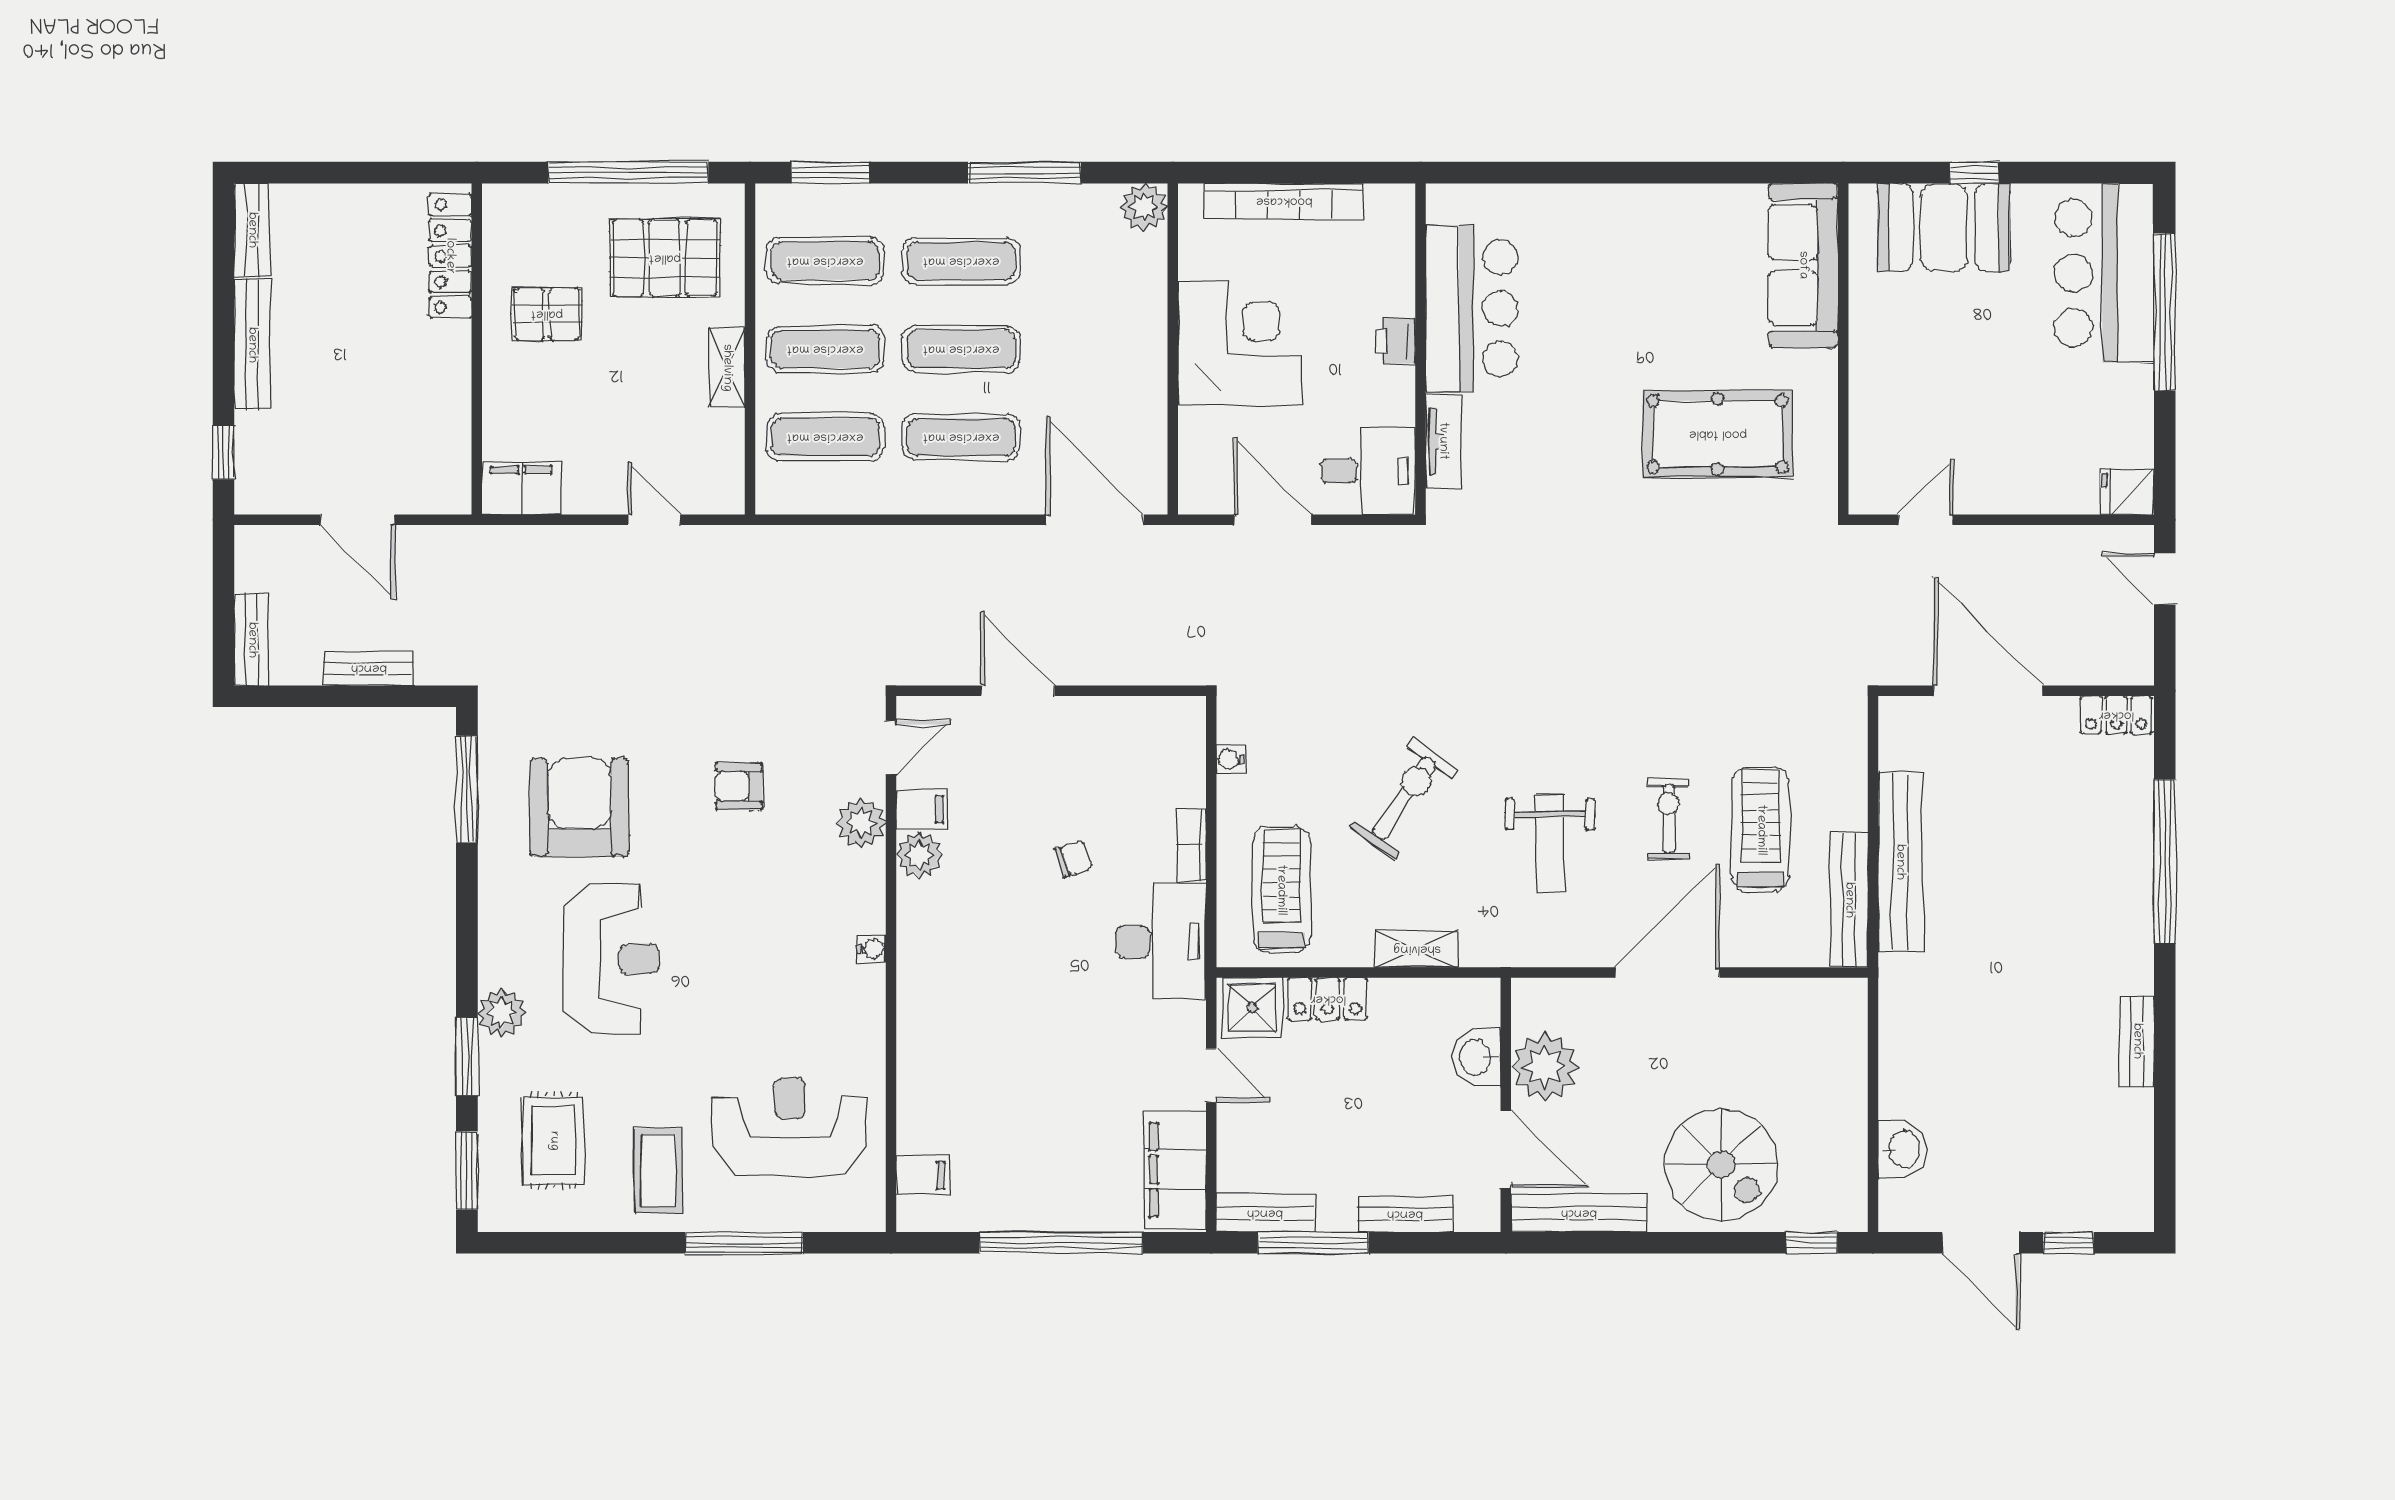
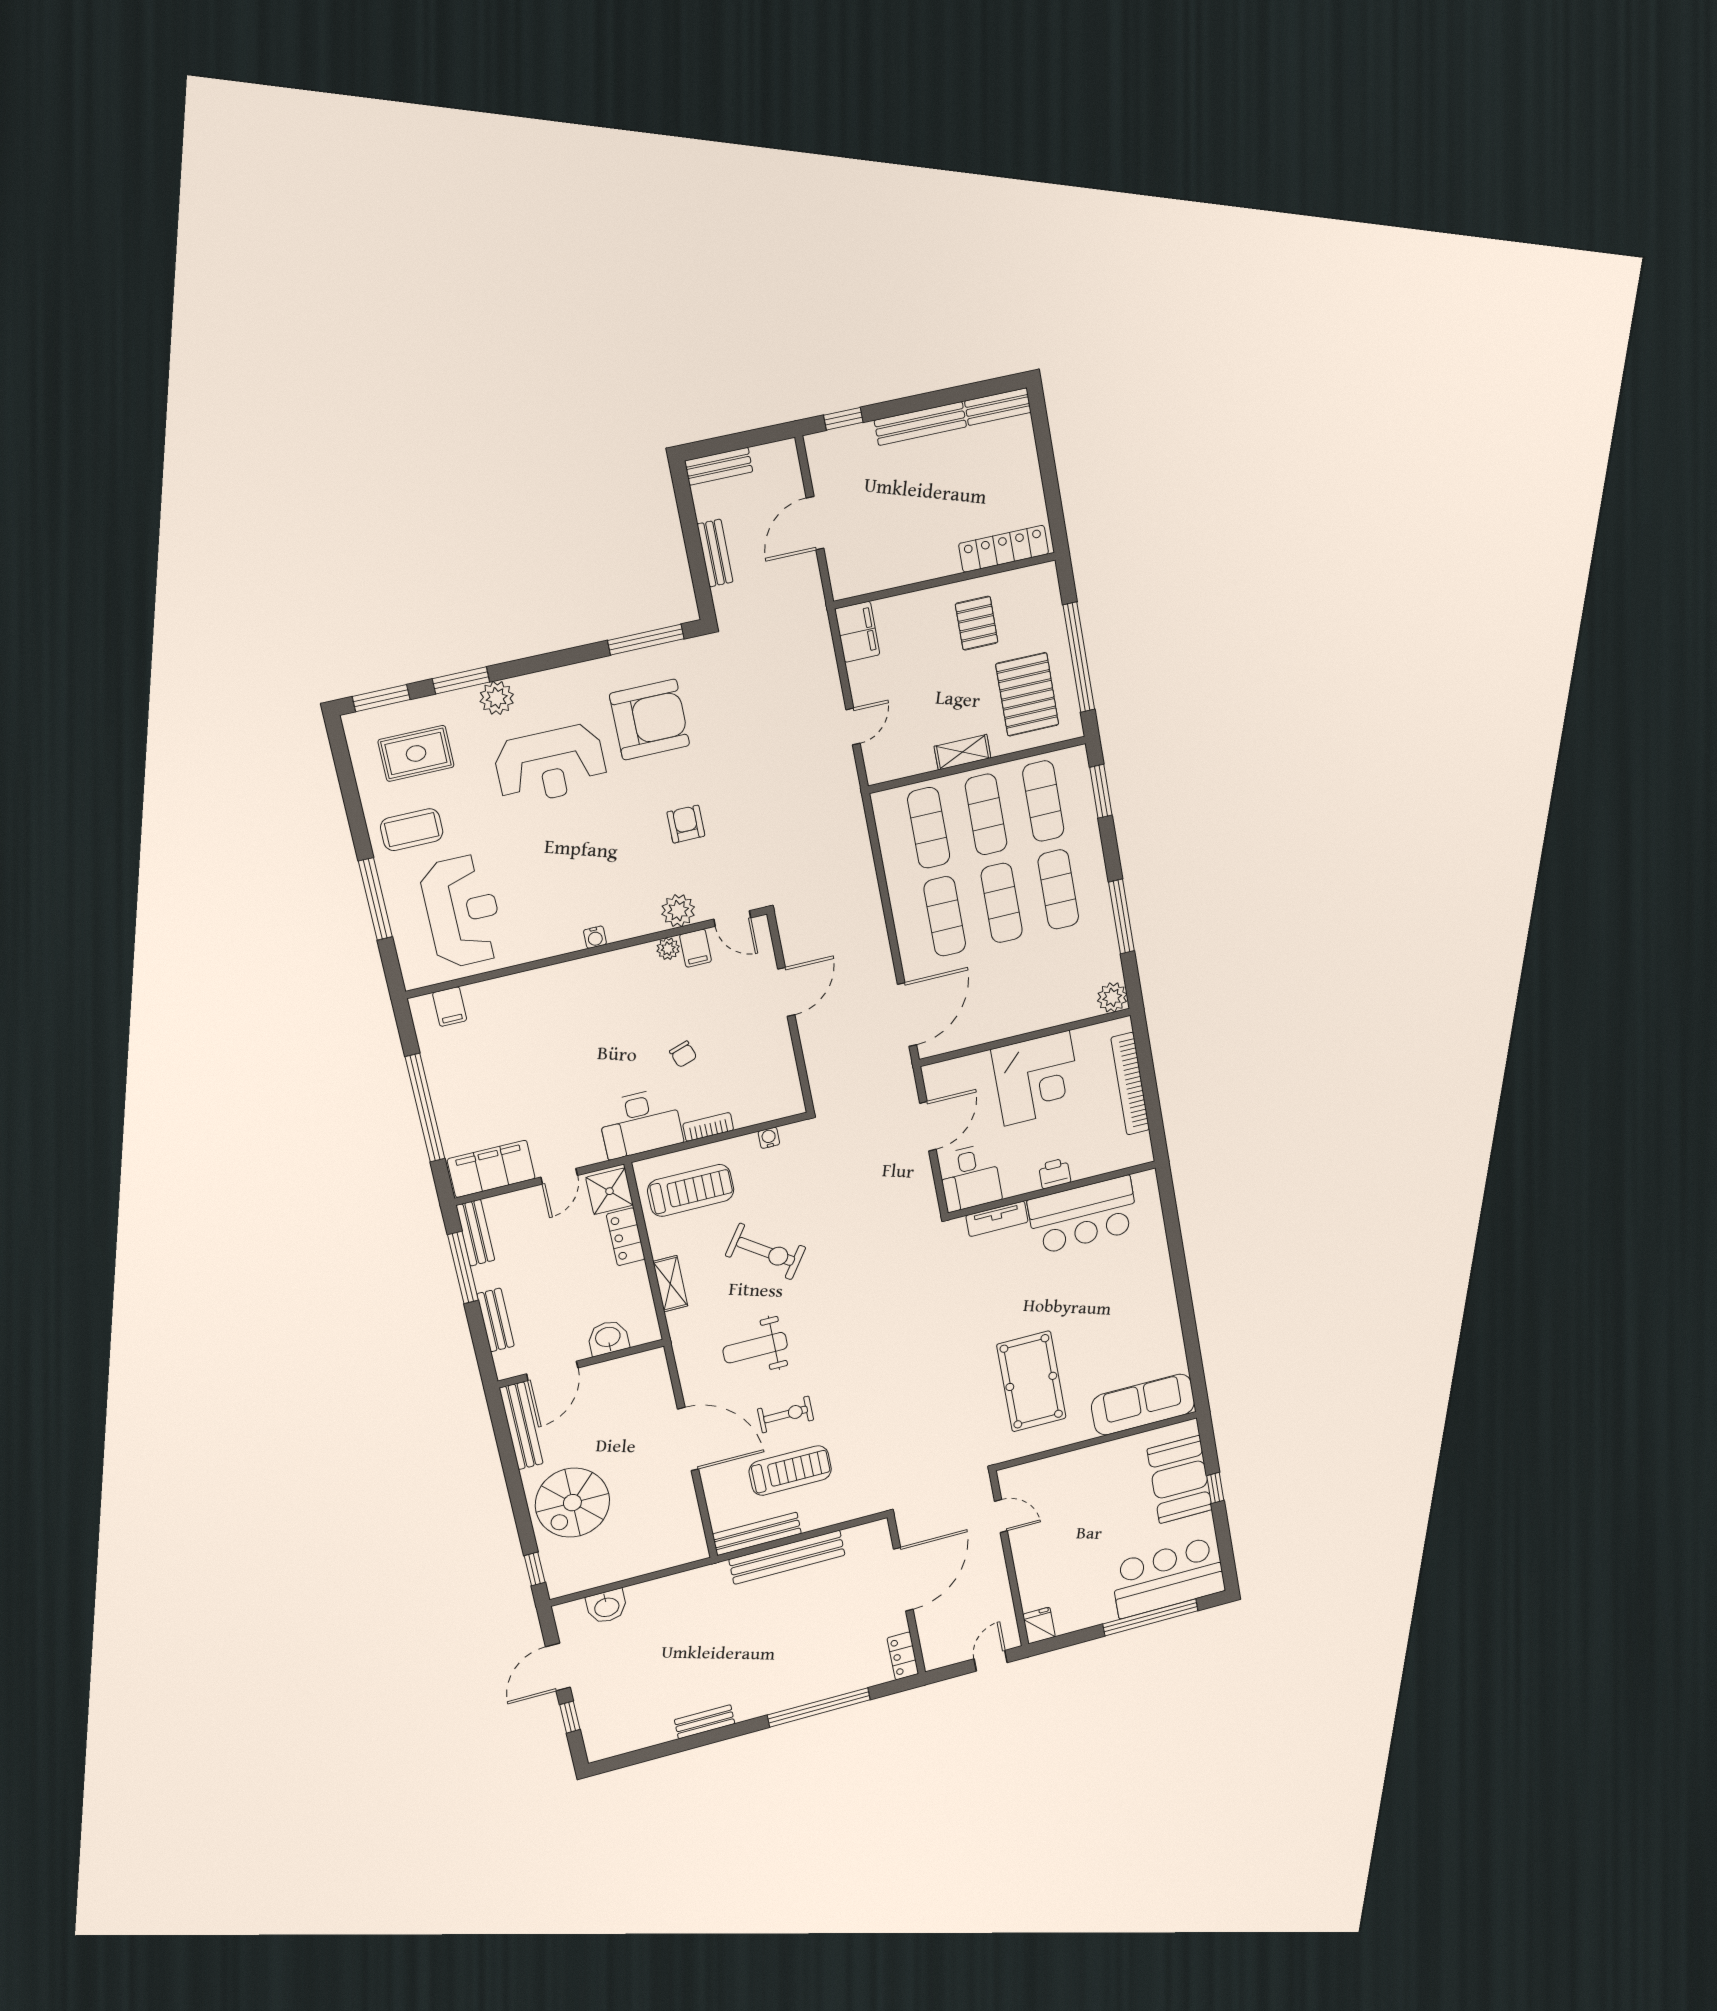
plant: (919, 855) -> (668, 949), width x0.73, depth x0.73
plant: (1545, 1067) -> (611, 1381), removed

